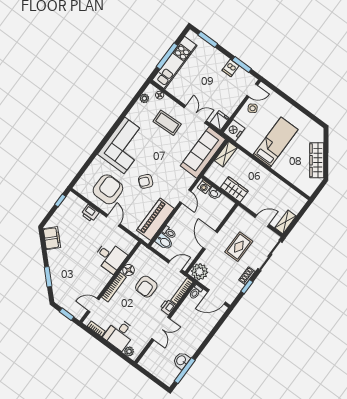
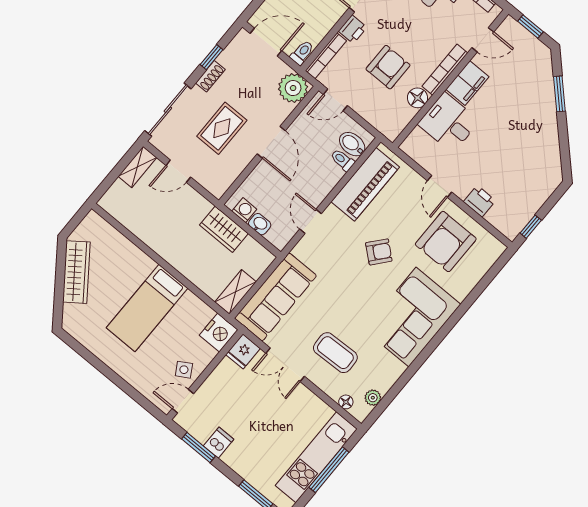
washing machine: (204, 187) -> (244, 210), moved
filing cabinet: (52, 238) -> (467, 83), moved, turned -135

